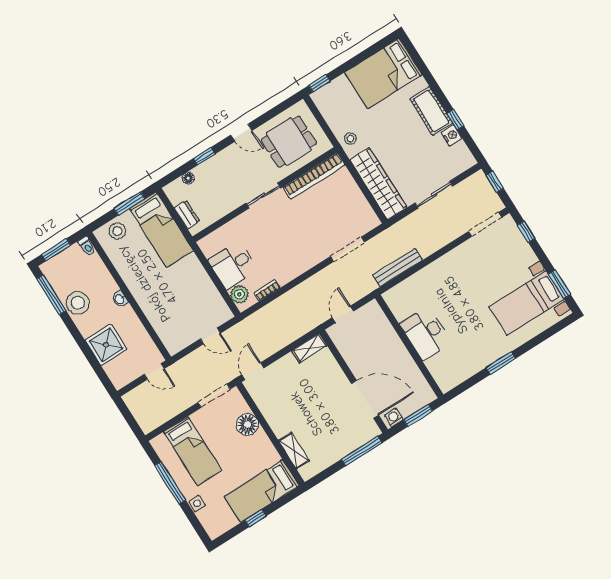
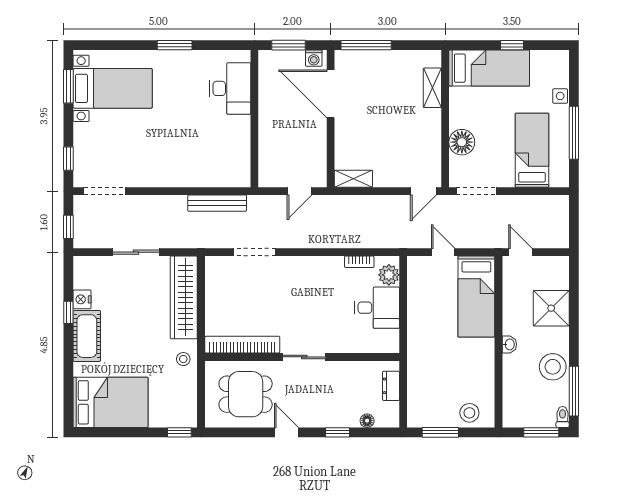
bed: (161, 230) -> (476, 297), moved, turned 180
toilet: (87, 246) -> (563, 417), moved
desk: (426, 333) -> (230, 88), moved

